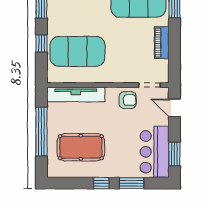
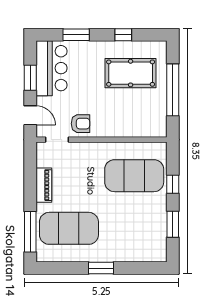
tv unit: (76, 95) -> (136, 130), removed
armchair: (128, 100) -> (80, 124), turned 180
window: (174, 154) -> (30, 78), moved
window: (101, 183) -> (123, 35), moved

